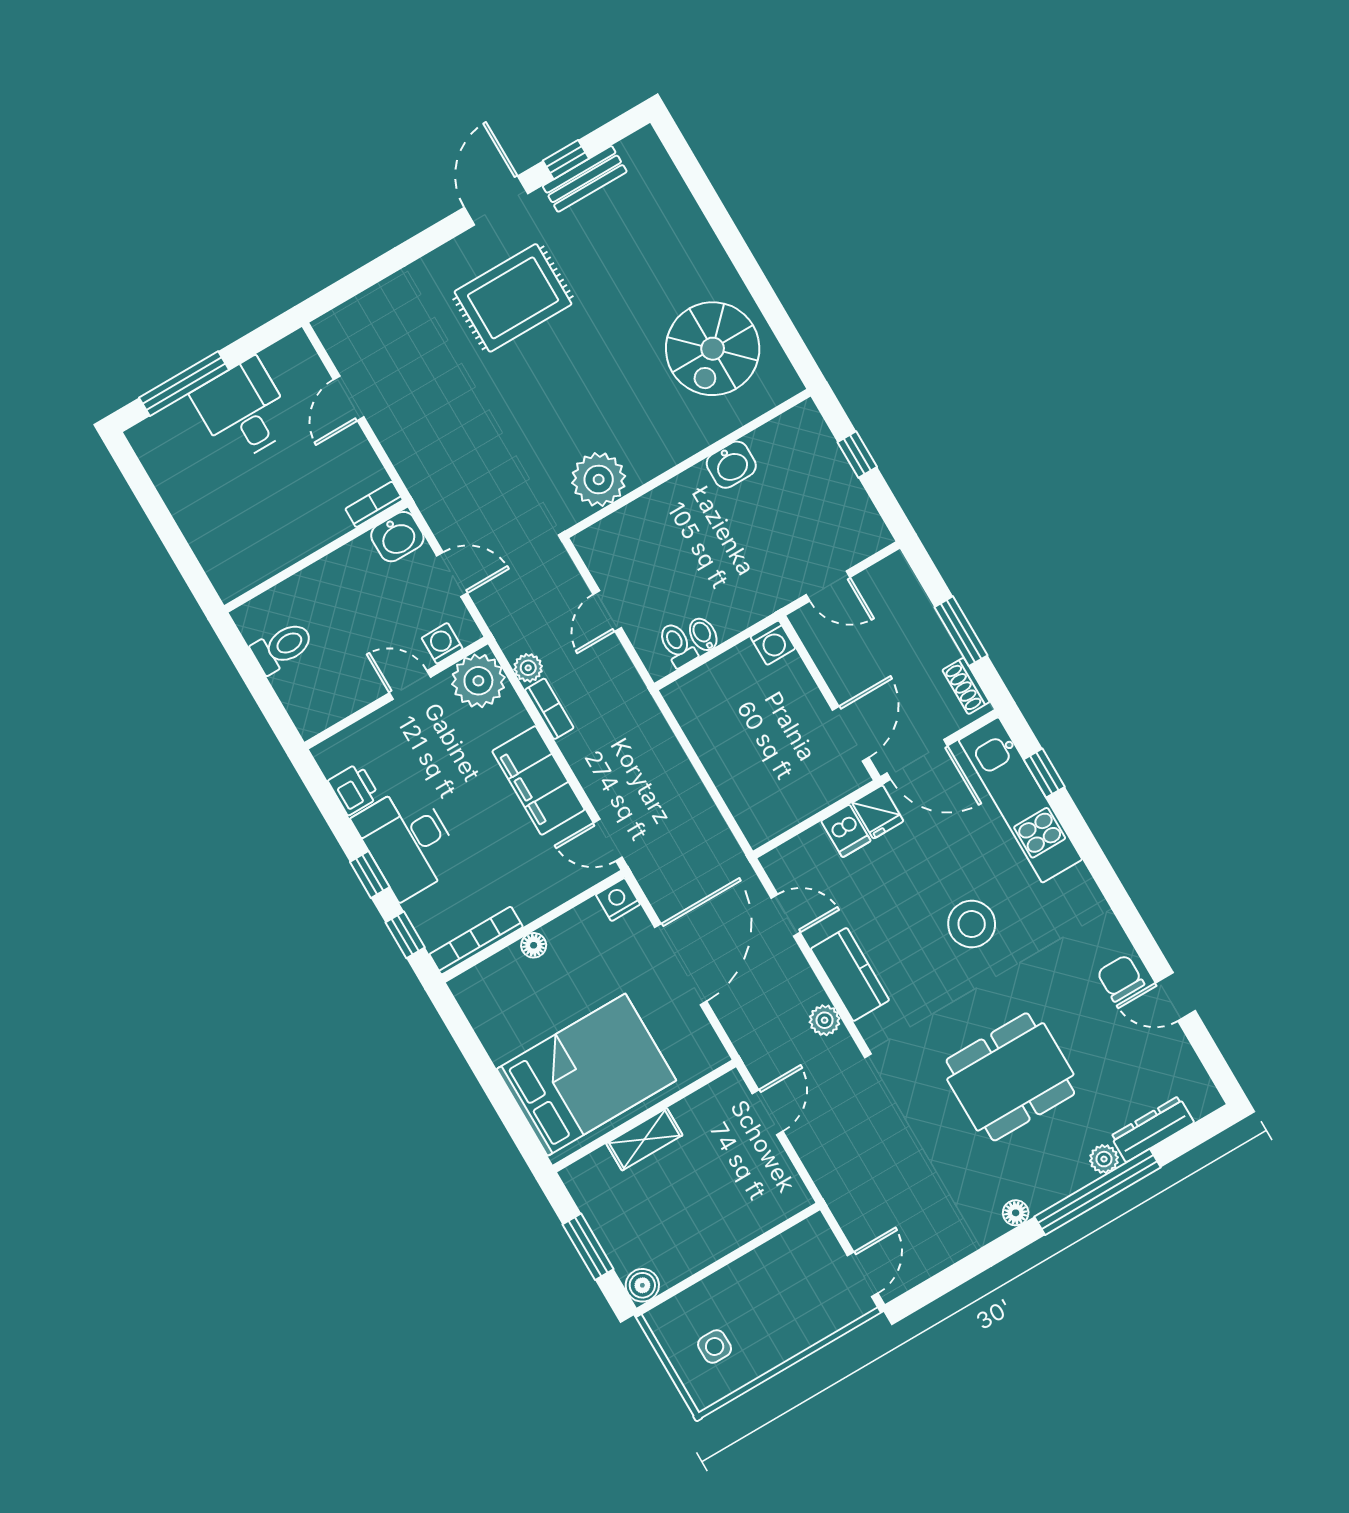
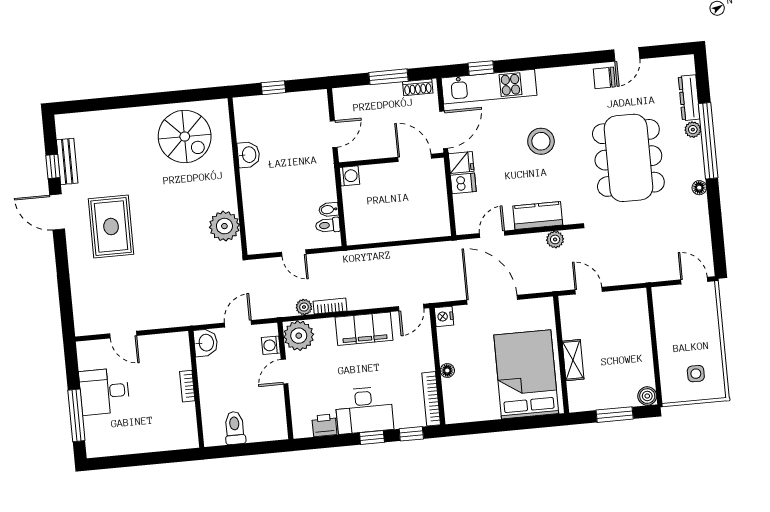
bookcase: (374, 504) -> (187, 386), moved
dining table: (1010, 1077) -> (628, 158), width x1.36, depth x1.24

